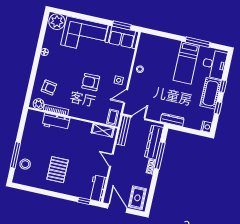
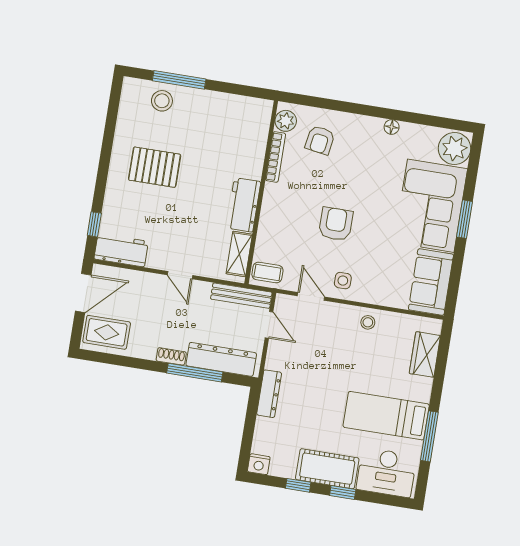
window: (122, 25) -> (465, 219), moved
wardrobe: (157, 42) -> (425, 354), added
workbench: (56, 122) -> (244, 205), moved
door: (111, 160) -> (180, 275), swing flipped

